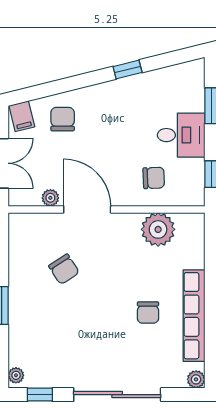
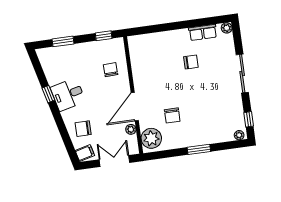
desk: (181, 135) -> (68, 94), moved, turned -104
plant: (158, 229) -> (151, 138), moved
chair: (64, 269) -> (172, 115), turned 123
row of seats: (194, 316) -> (203, 32), width x0.50
sliding door: (117, 395) -> (242, 73), width x0.73

